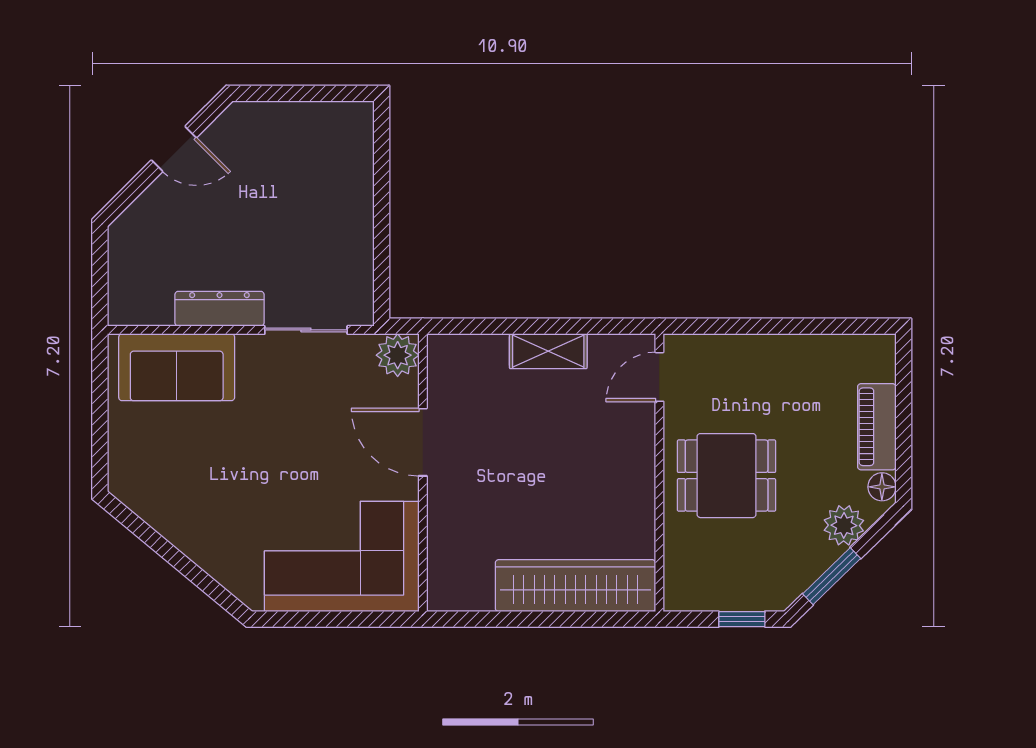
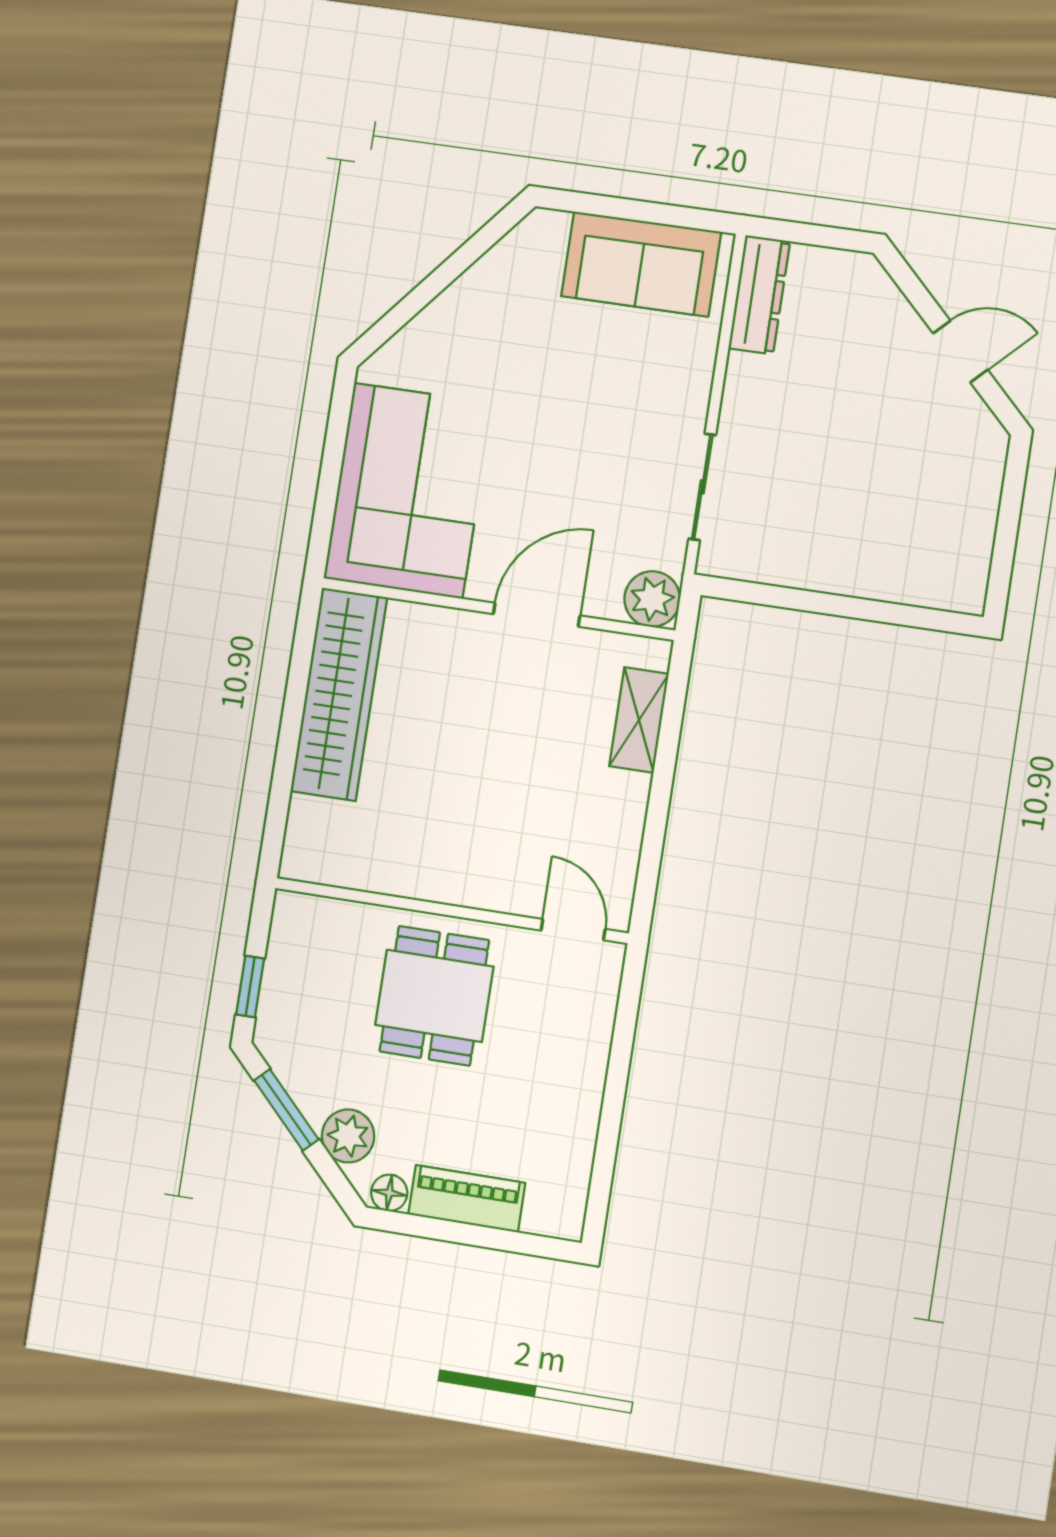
door: (174, 149) -> (960, 352), swing flipped
dresser: (219, 309) -> (759, 295), moved
shelving: (548, 351) -> (639, 720), moved
sofa: (177, 367) -> (641, 264), moved, turned -90
wardrobe: (575, 586) -> (339, 694), moved

